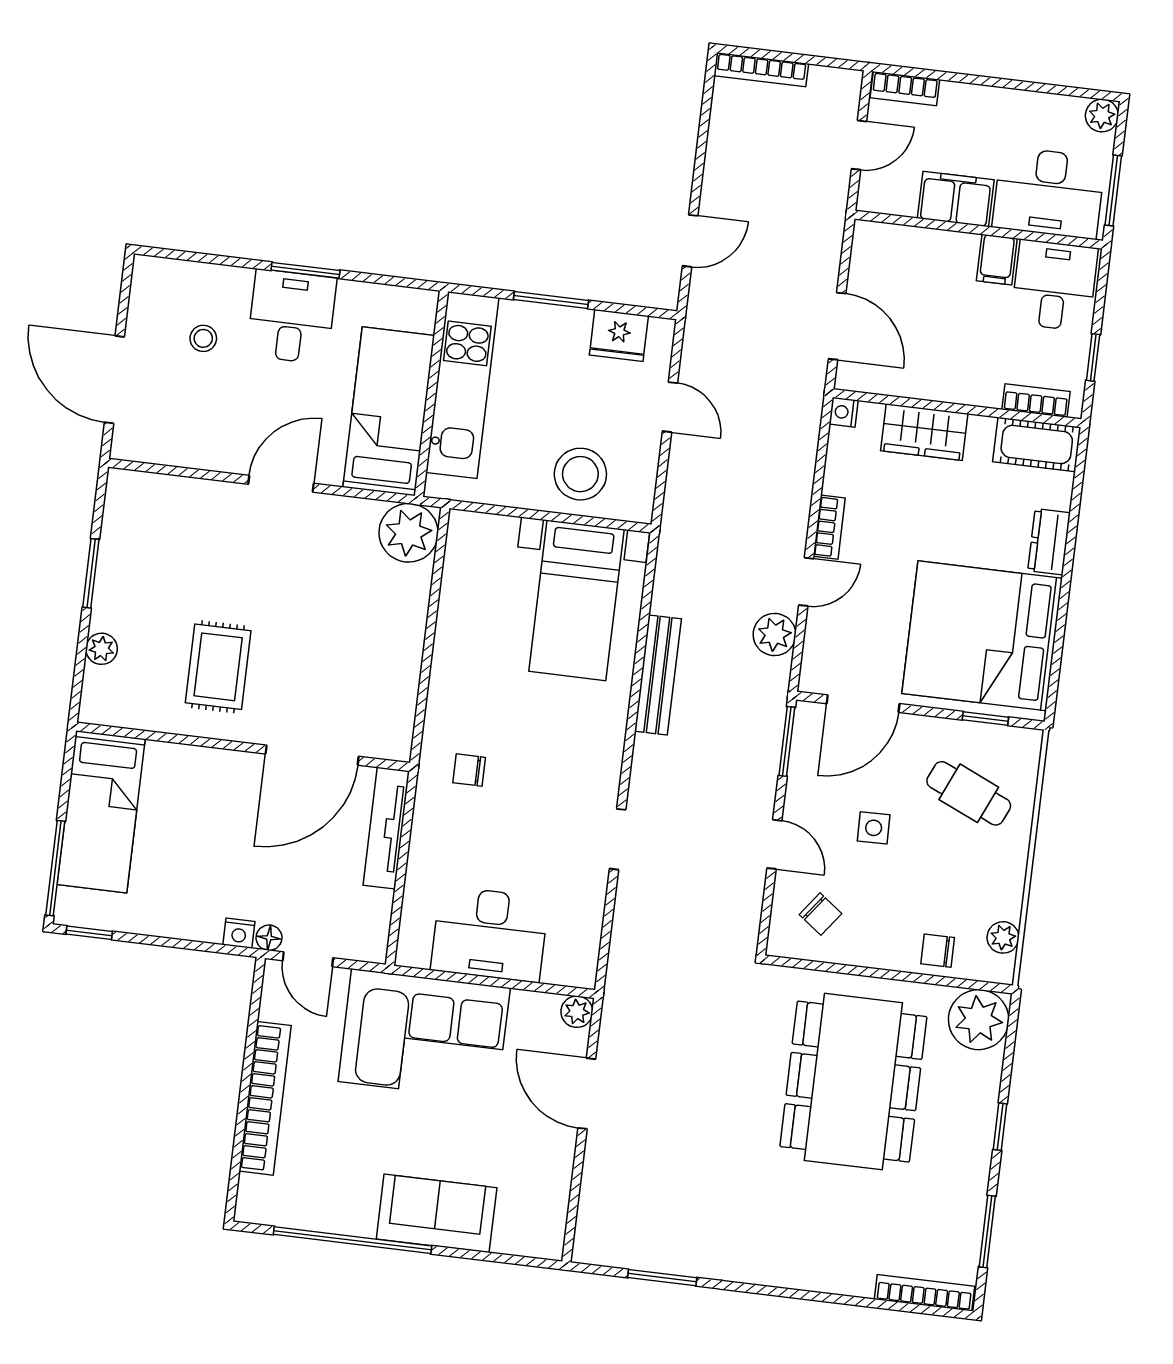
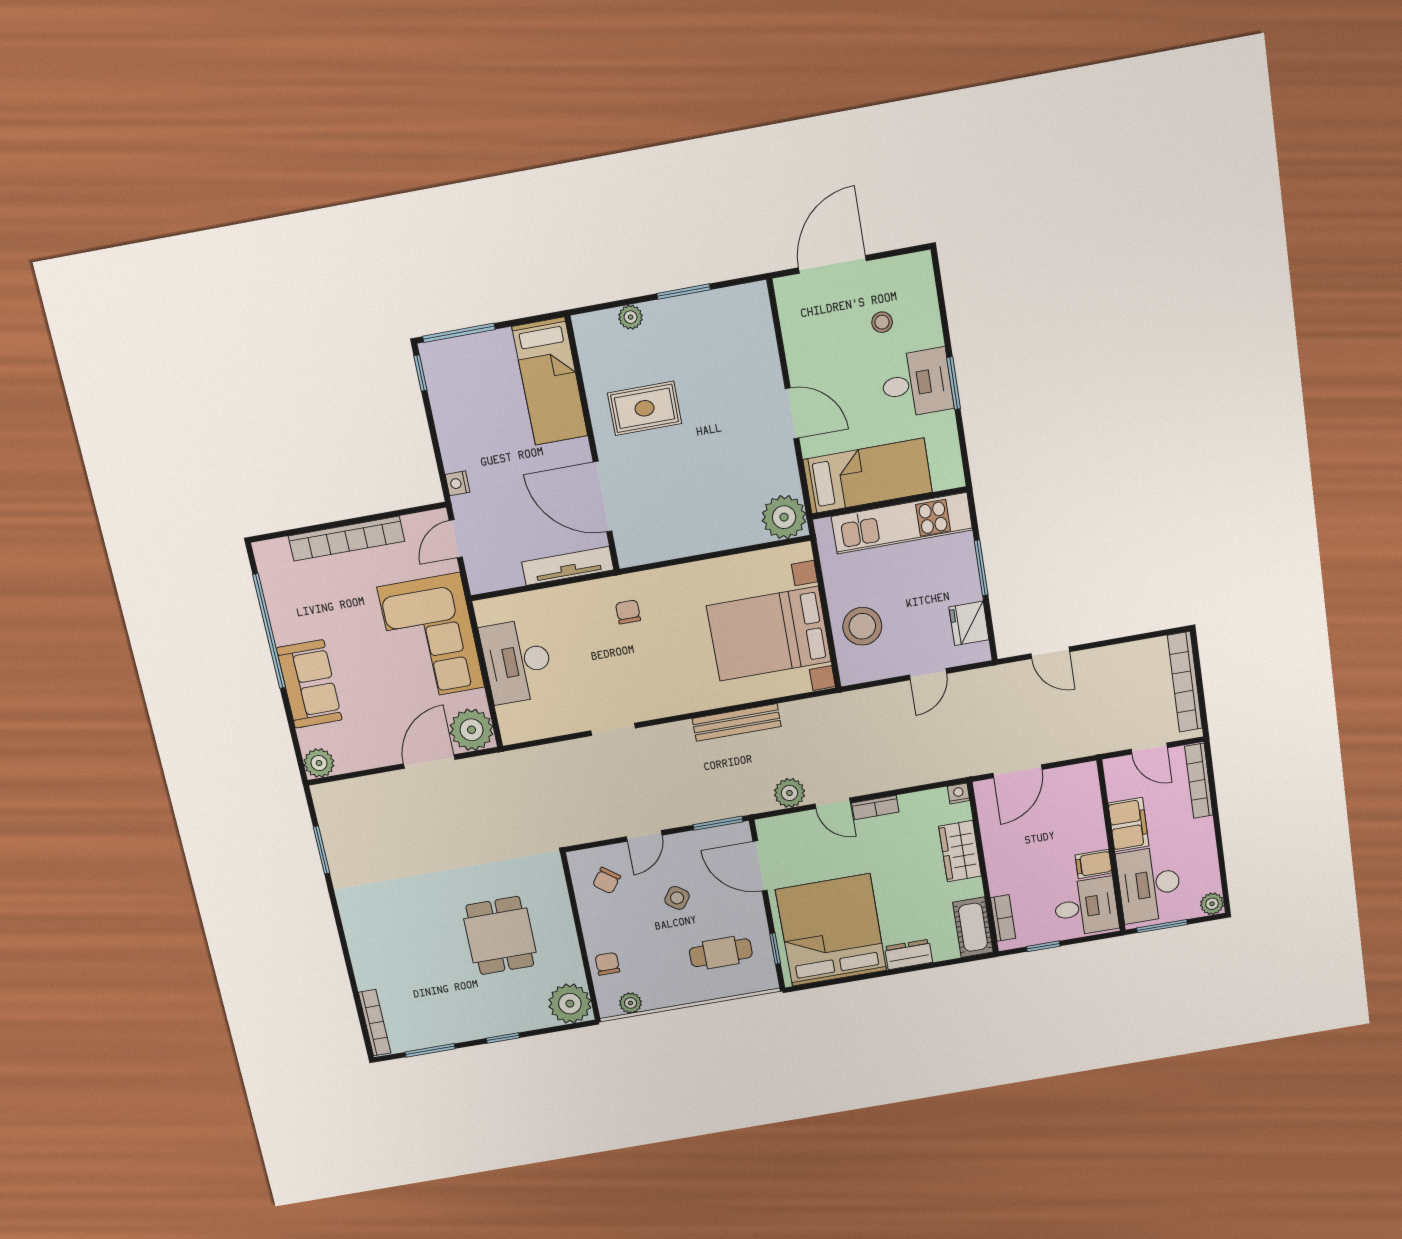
bookcase: (761, 70) -> (1185, 682), width x1.48, depth x1.31
bookcase: (905, 89) -> (1199, 781), width x1.56
bed with nightstands: (576, 600) -> (769, 634), width x1.36
cafe table: (969, 793) -> (721, 953), turned 66
bed: (101, 812) -> (550, 381), moved, turned -90
side table: (874, 828) -> (677, 898), turned 36
floor lamp: (269, 938) -> (462, 506), removed
plant: (577, 1012) -> (472, 730), width x1.87, depth x1.87
dining table: (853, 1082) -> (500, 936), width x0.53, depth x0.80
plant: (544, 1239) -> (319, 763), added

